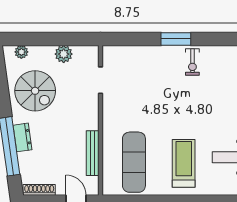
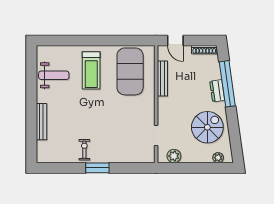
plant: (64, 54) -> (174, 156), moved
spiral stairs: (35, 91) -> (207, 127), turned 90
exercise mat: (134, 162) -> (130, 71), width x1.47

